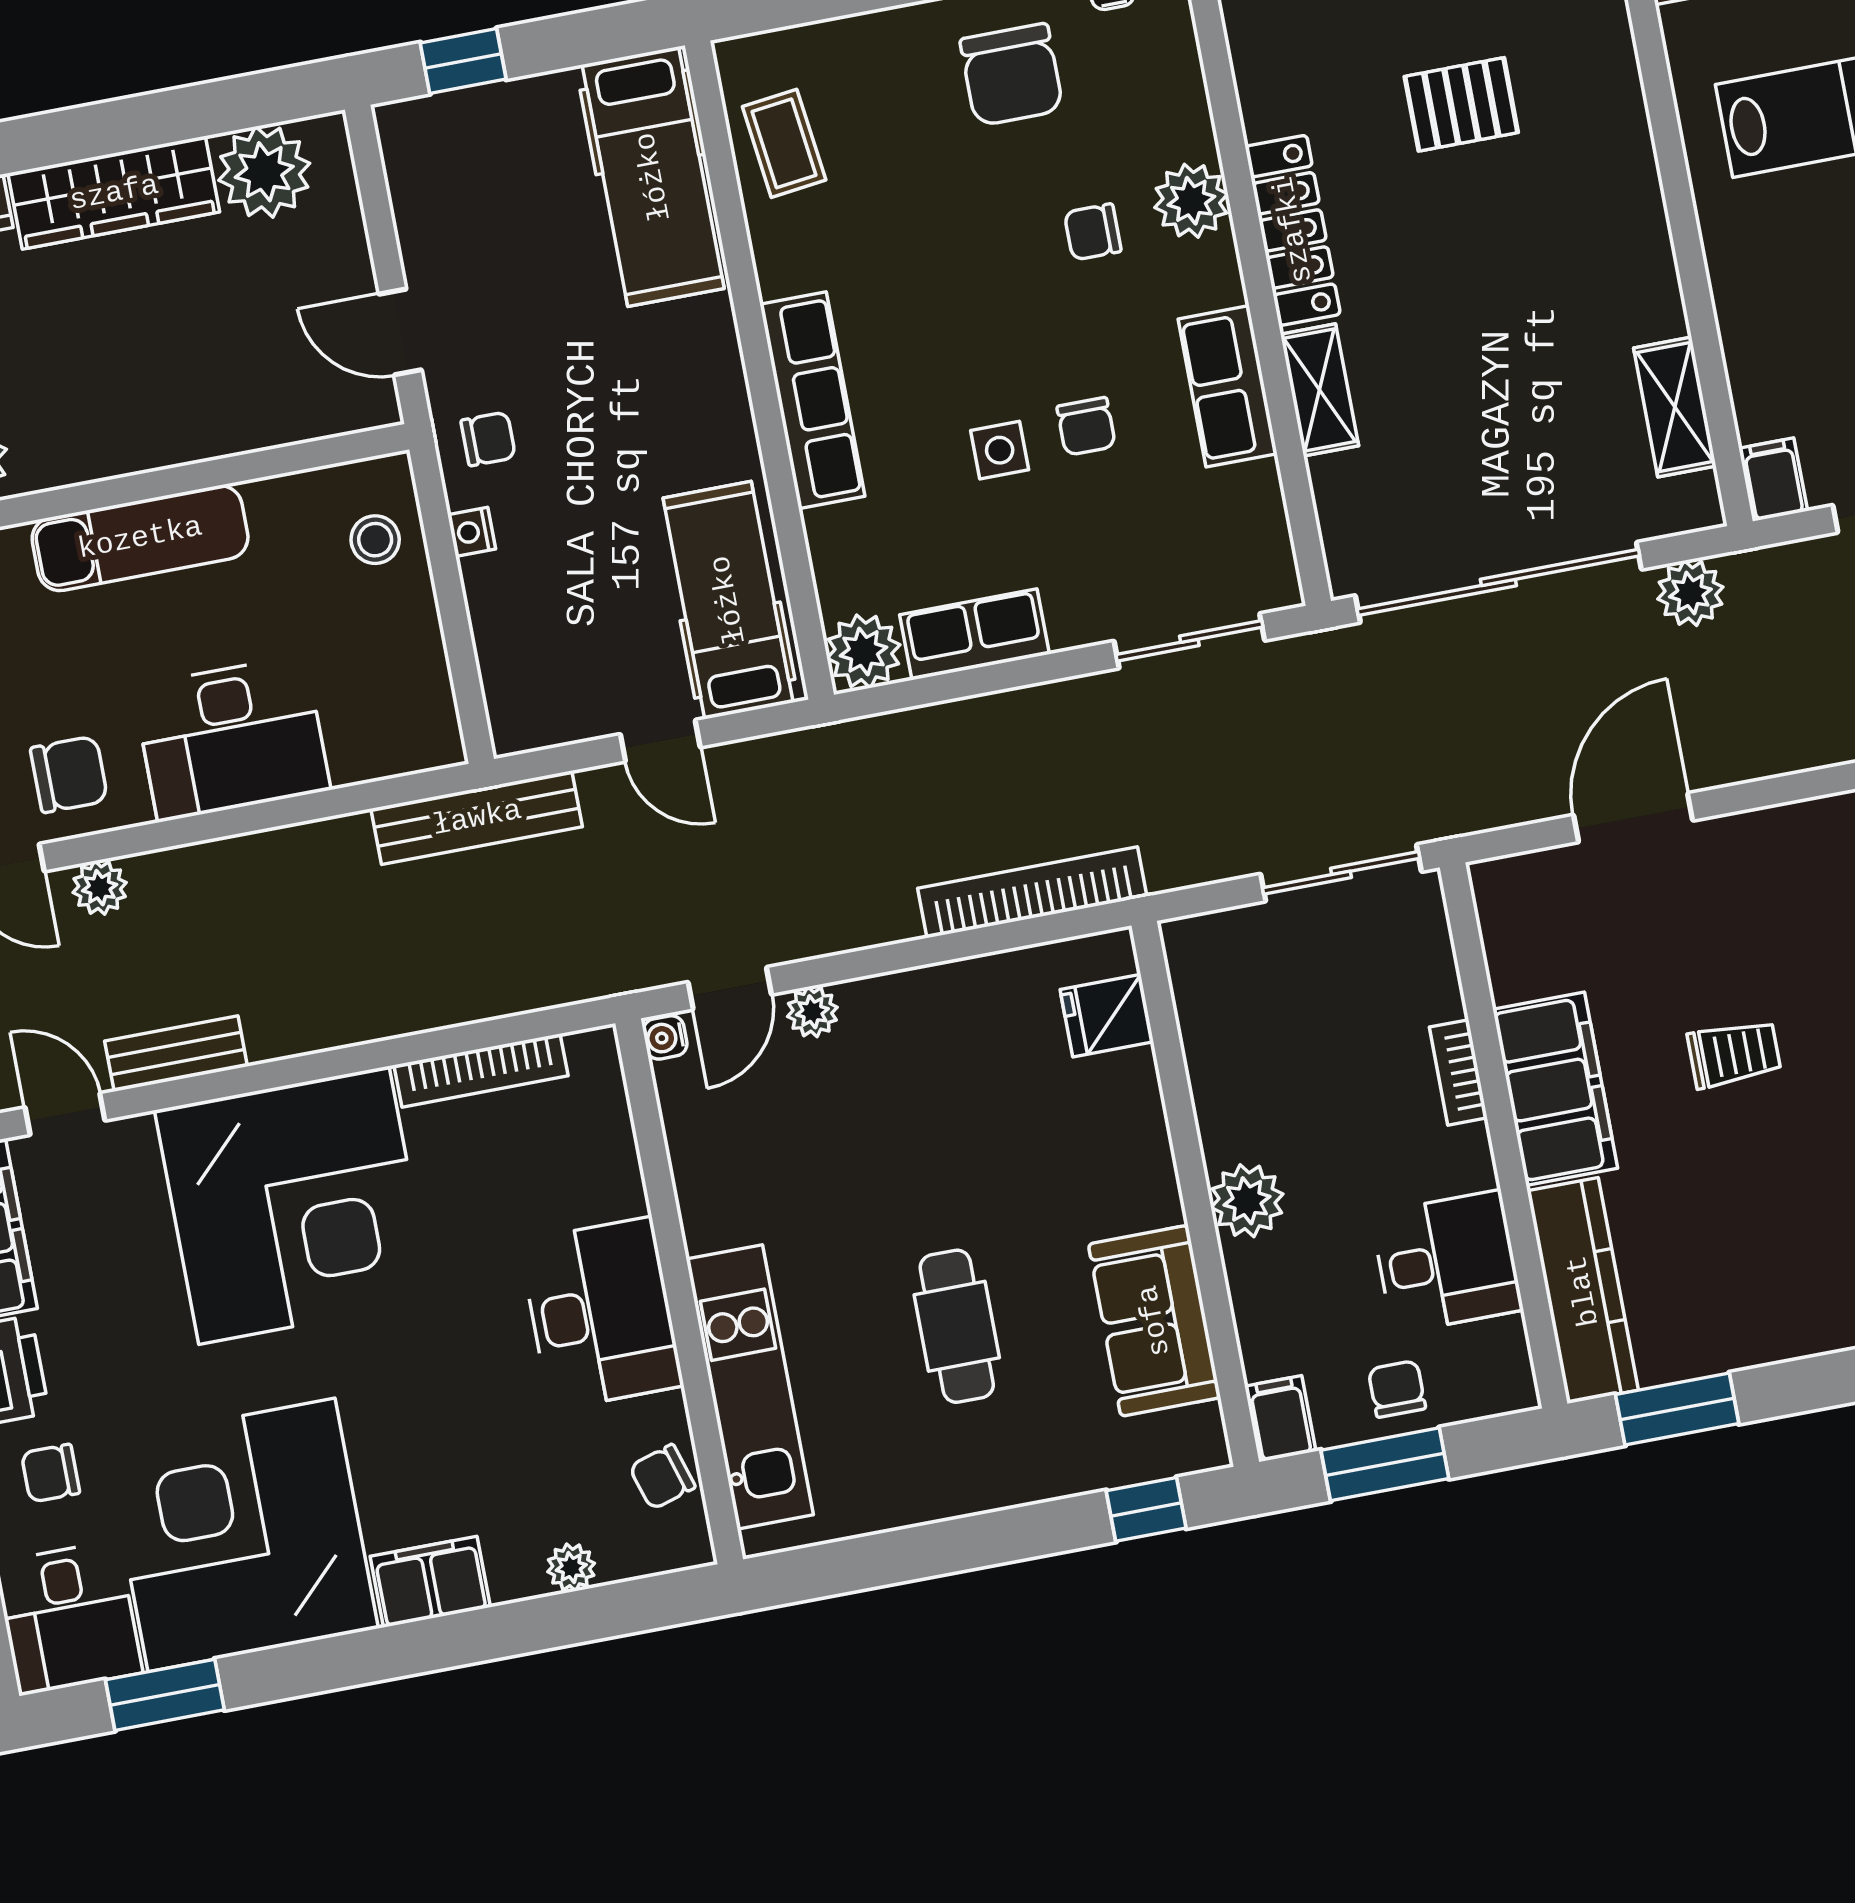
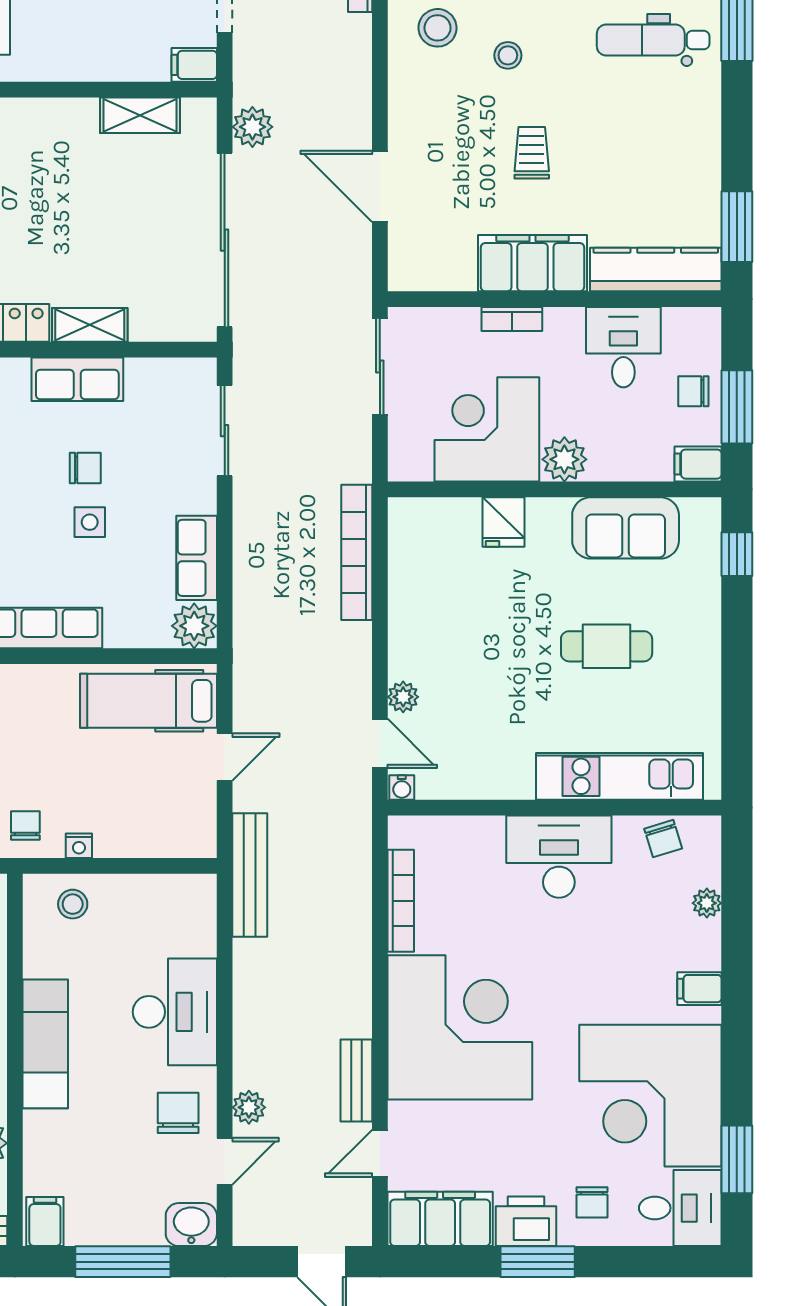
fridge: (1107, 1016) -> (503, 522), moved
corner desk: (1272, 1066) -> (487, 429), added
filing cabinet: (430, 1582) -> (699, 989), width x0.50

